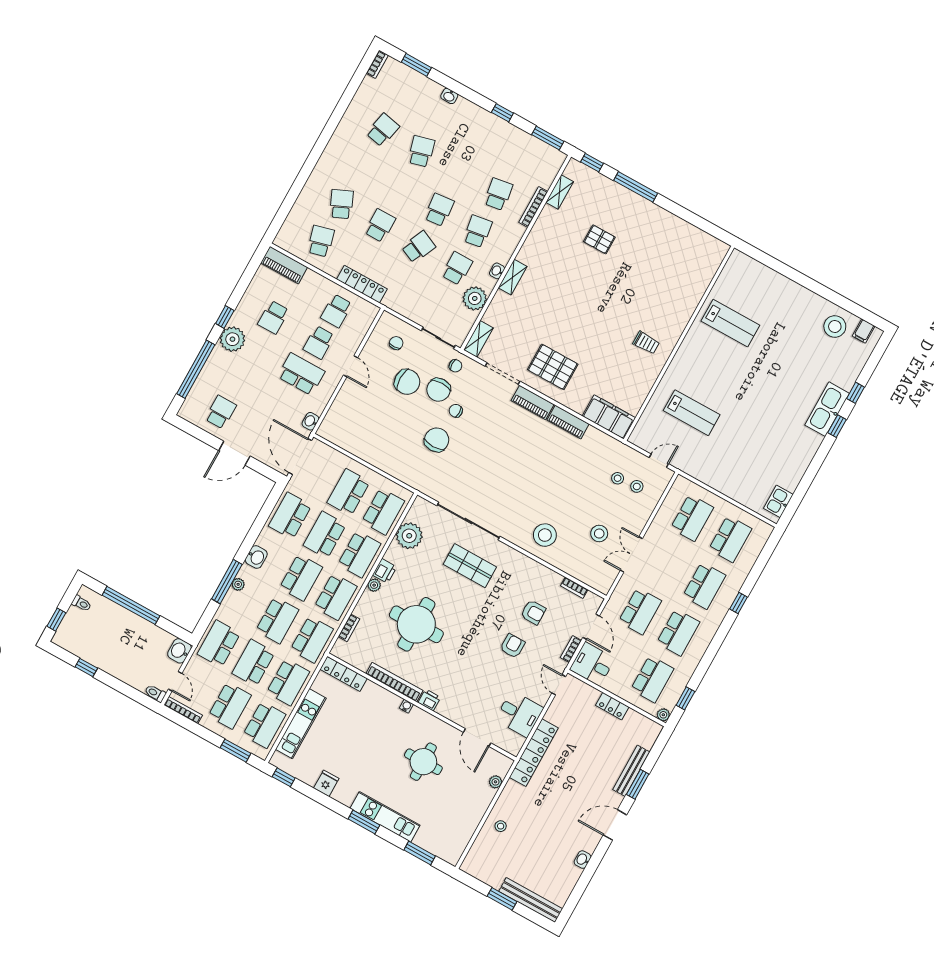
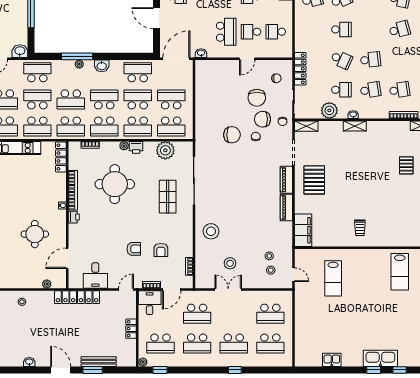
locker: (362, 284) -> (300, 69), moved
kitchen sink: (778, 501) -> (332, 360), moved
school desk: (301, 578) -> (104, 99), turned 180

